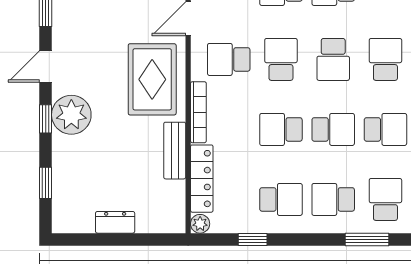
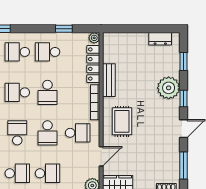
rug: (152, 79) -> (122, 121), width x0.73, depth x0.70
plant: (71, 115) -> (169, 88), moved
school desk: (281, 129) -> (47, 92), turned 90
school desk: (333, 199) -> (17, 52), turned 180
dresser: (115, 222) -> (160, 39), moved

